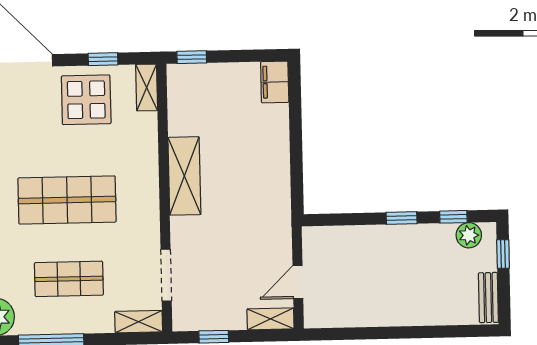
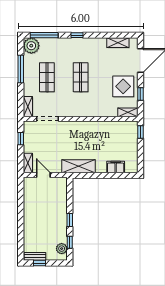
filing cabinet: (275, 82) -> (116, 167), moved
shelving: (184, 176) -> (79, 166), moved
shop shelf: (67, 200) -> (81, 77), width x0.70, depth x0.74
window: (503, 254) -> (39, 263), moved

